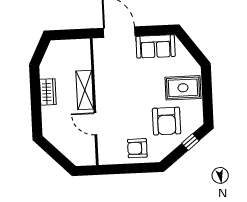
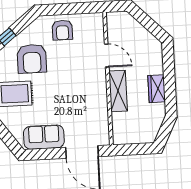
armchair: (167, 121) -> (32, 59), turned 180
armchair: (137, 148) -> (62, 30), turned 90

